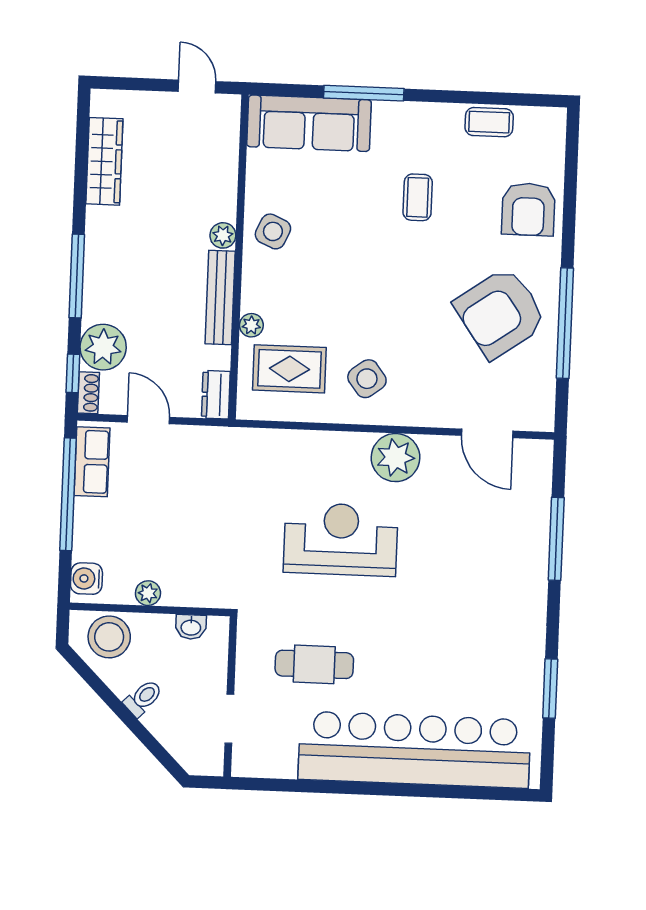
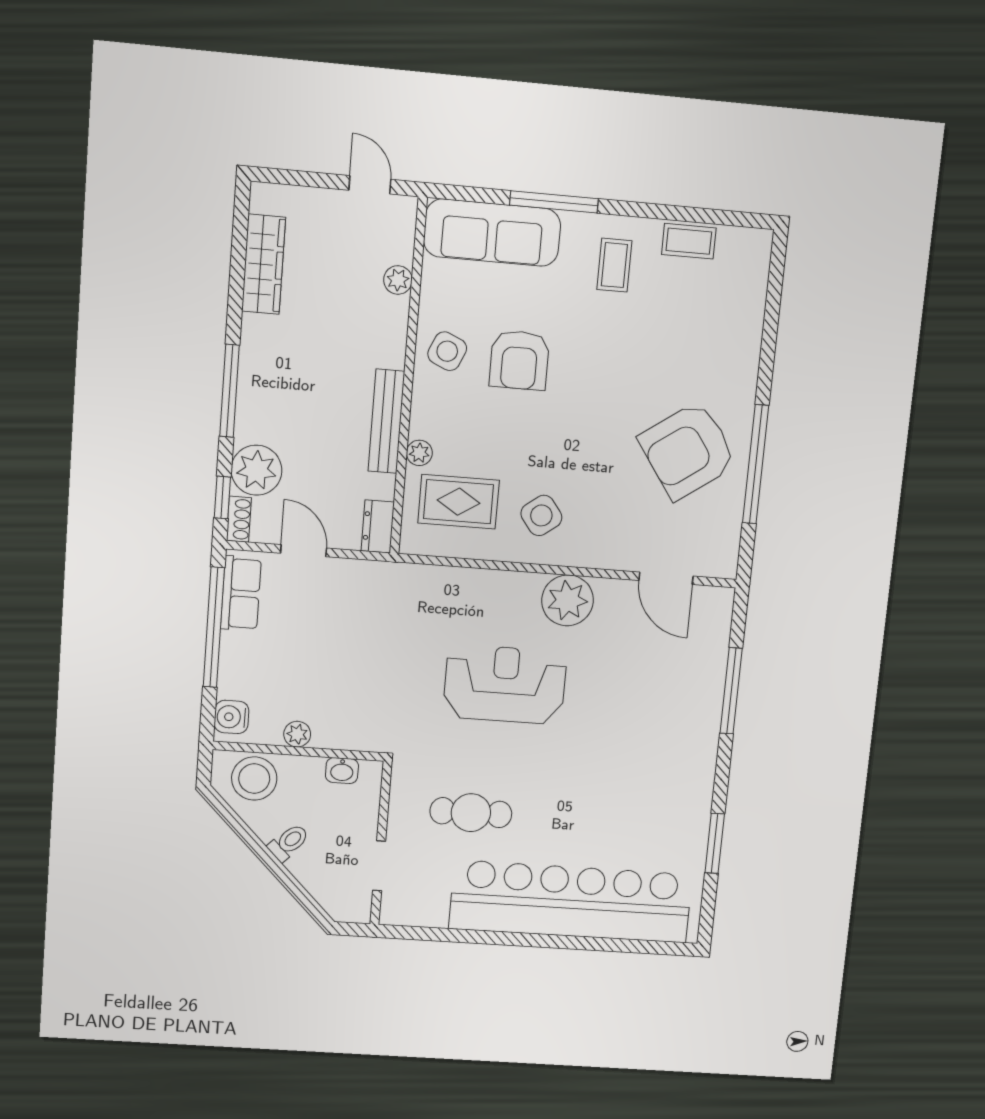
coffee table: (418, 197) -> (614, 265), moved
armchair: (528, 209) -> (519, 360), moved
plant: (223, 235) -> (398, 280), moved

